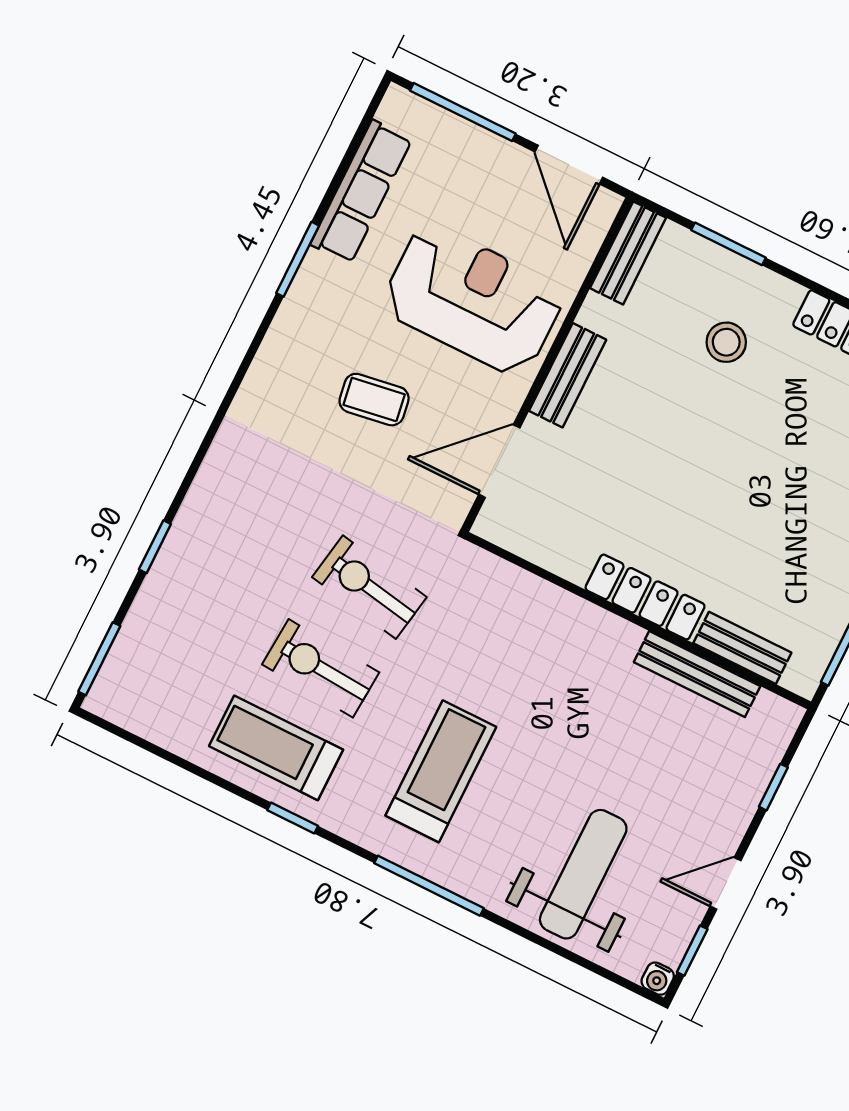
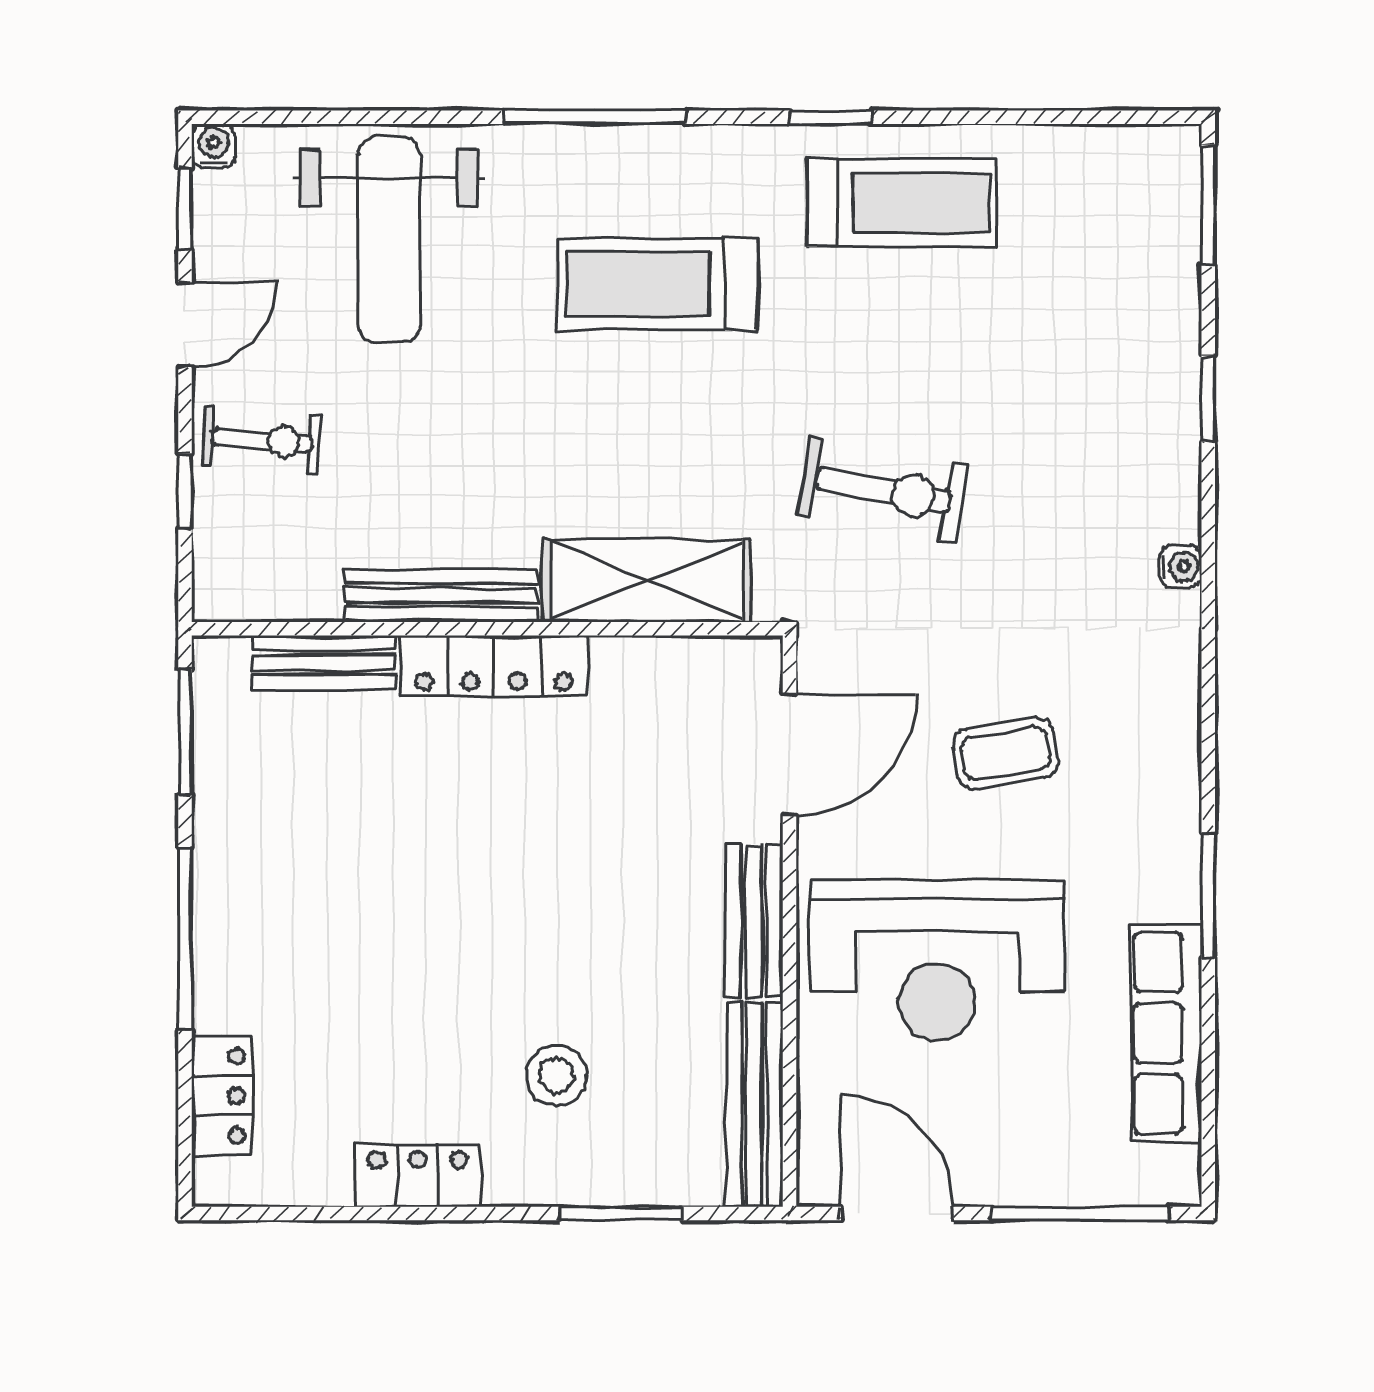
bench: (628, 253) -> (754, 1104), width x1.36
water cooler: (219, 458) -> (1180, 566), added
shelving: (532, 603) -> (647, 581), added
exercise bike: (321, 668) -> (262, 440), moved, width x0.73, depth x0.72
bench: (697, 674) -> (441, 595), moved
treadmill: (441, 771) -> (657, 284), turned 90

